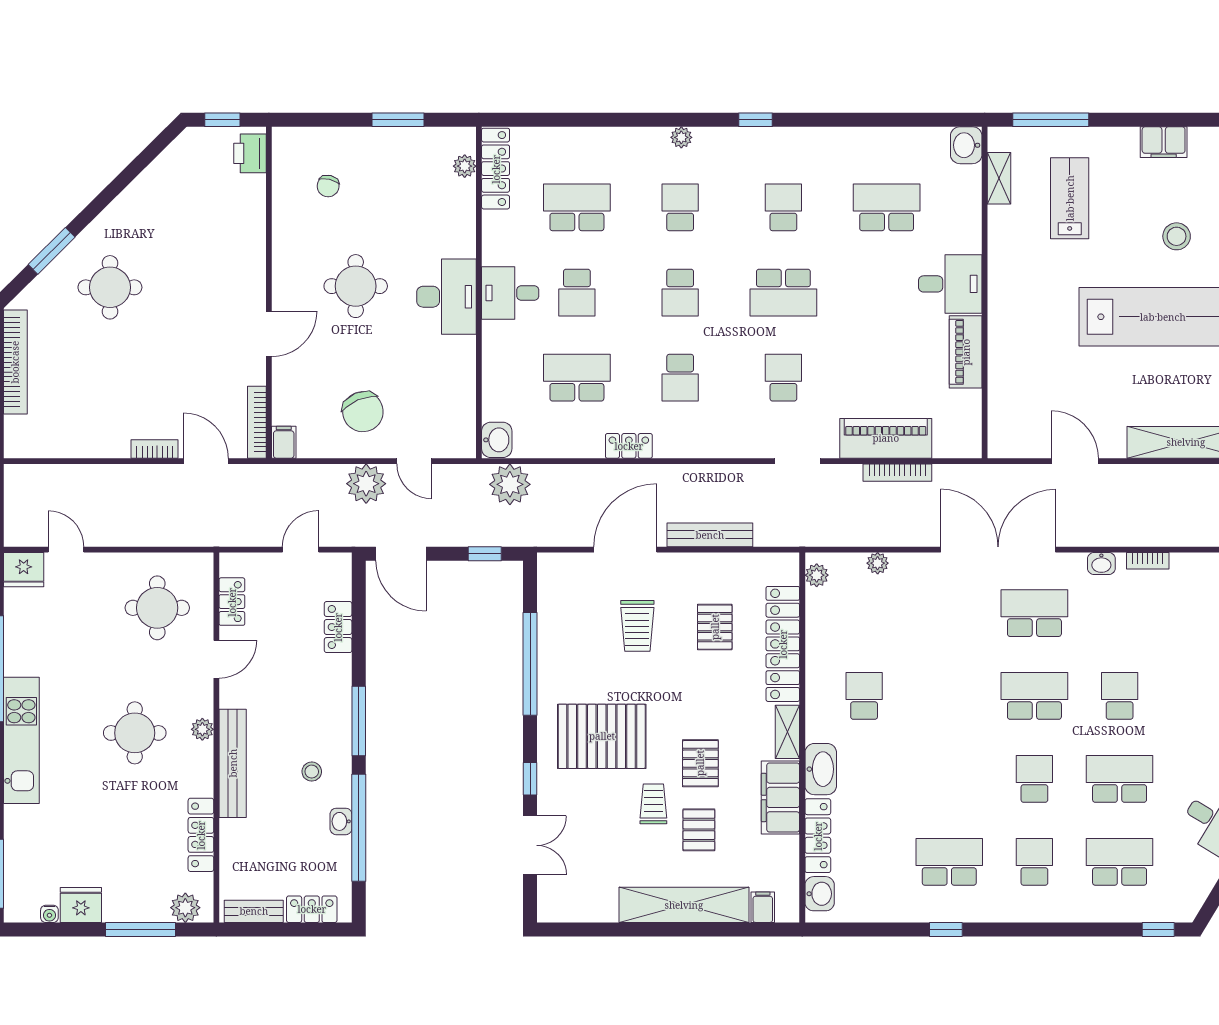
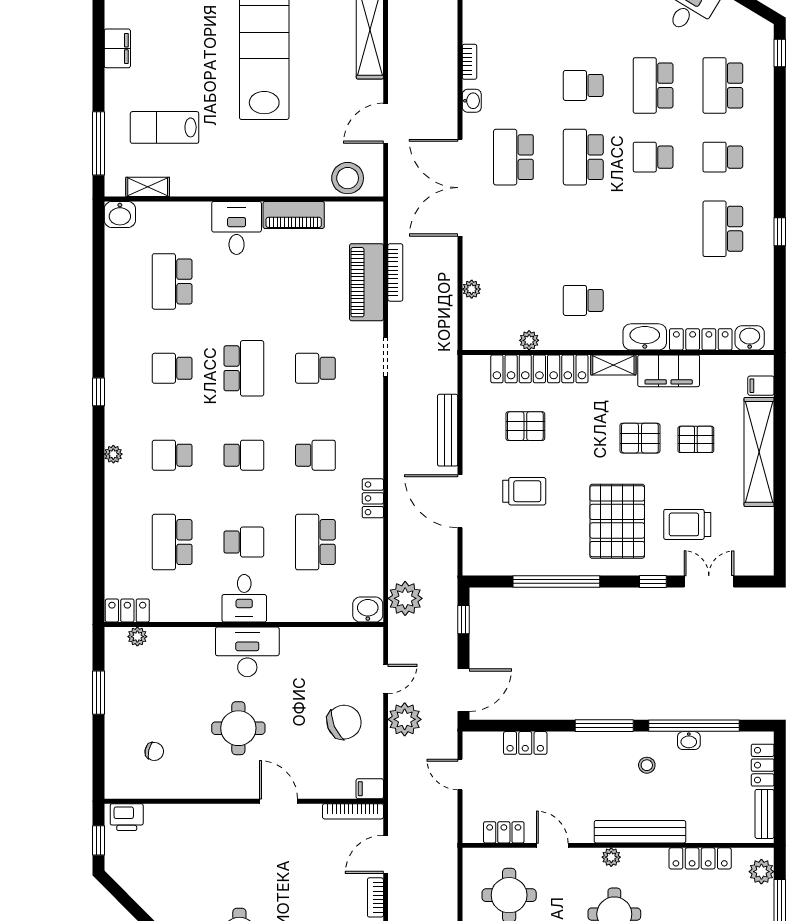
locker: (496, 169) -> (127, 611), width x0.66
stool: (1177, 236) -> (348, 178), moved, width x1.38, depth x1.38
plant: (817, 575) -> (529, 340), moved
trolley: (653, 804) -> (687, 524), moved, width x1.36, depth x1.39

